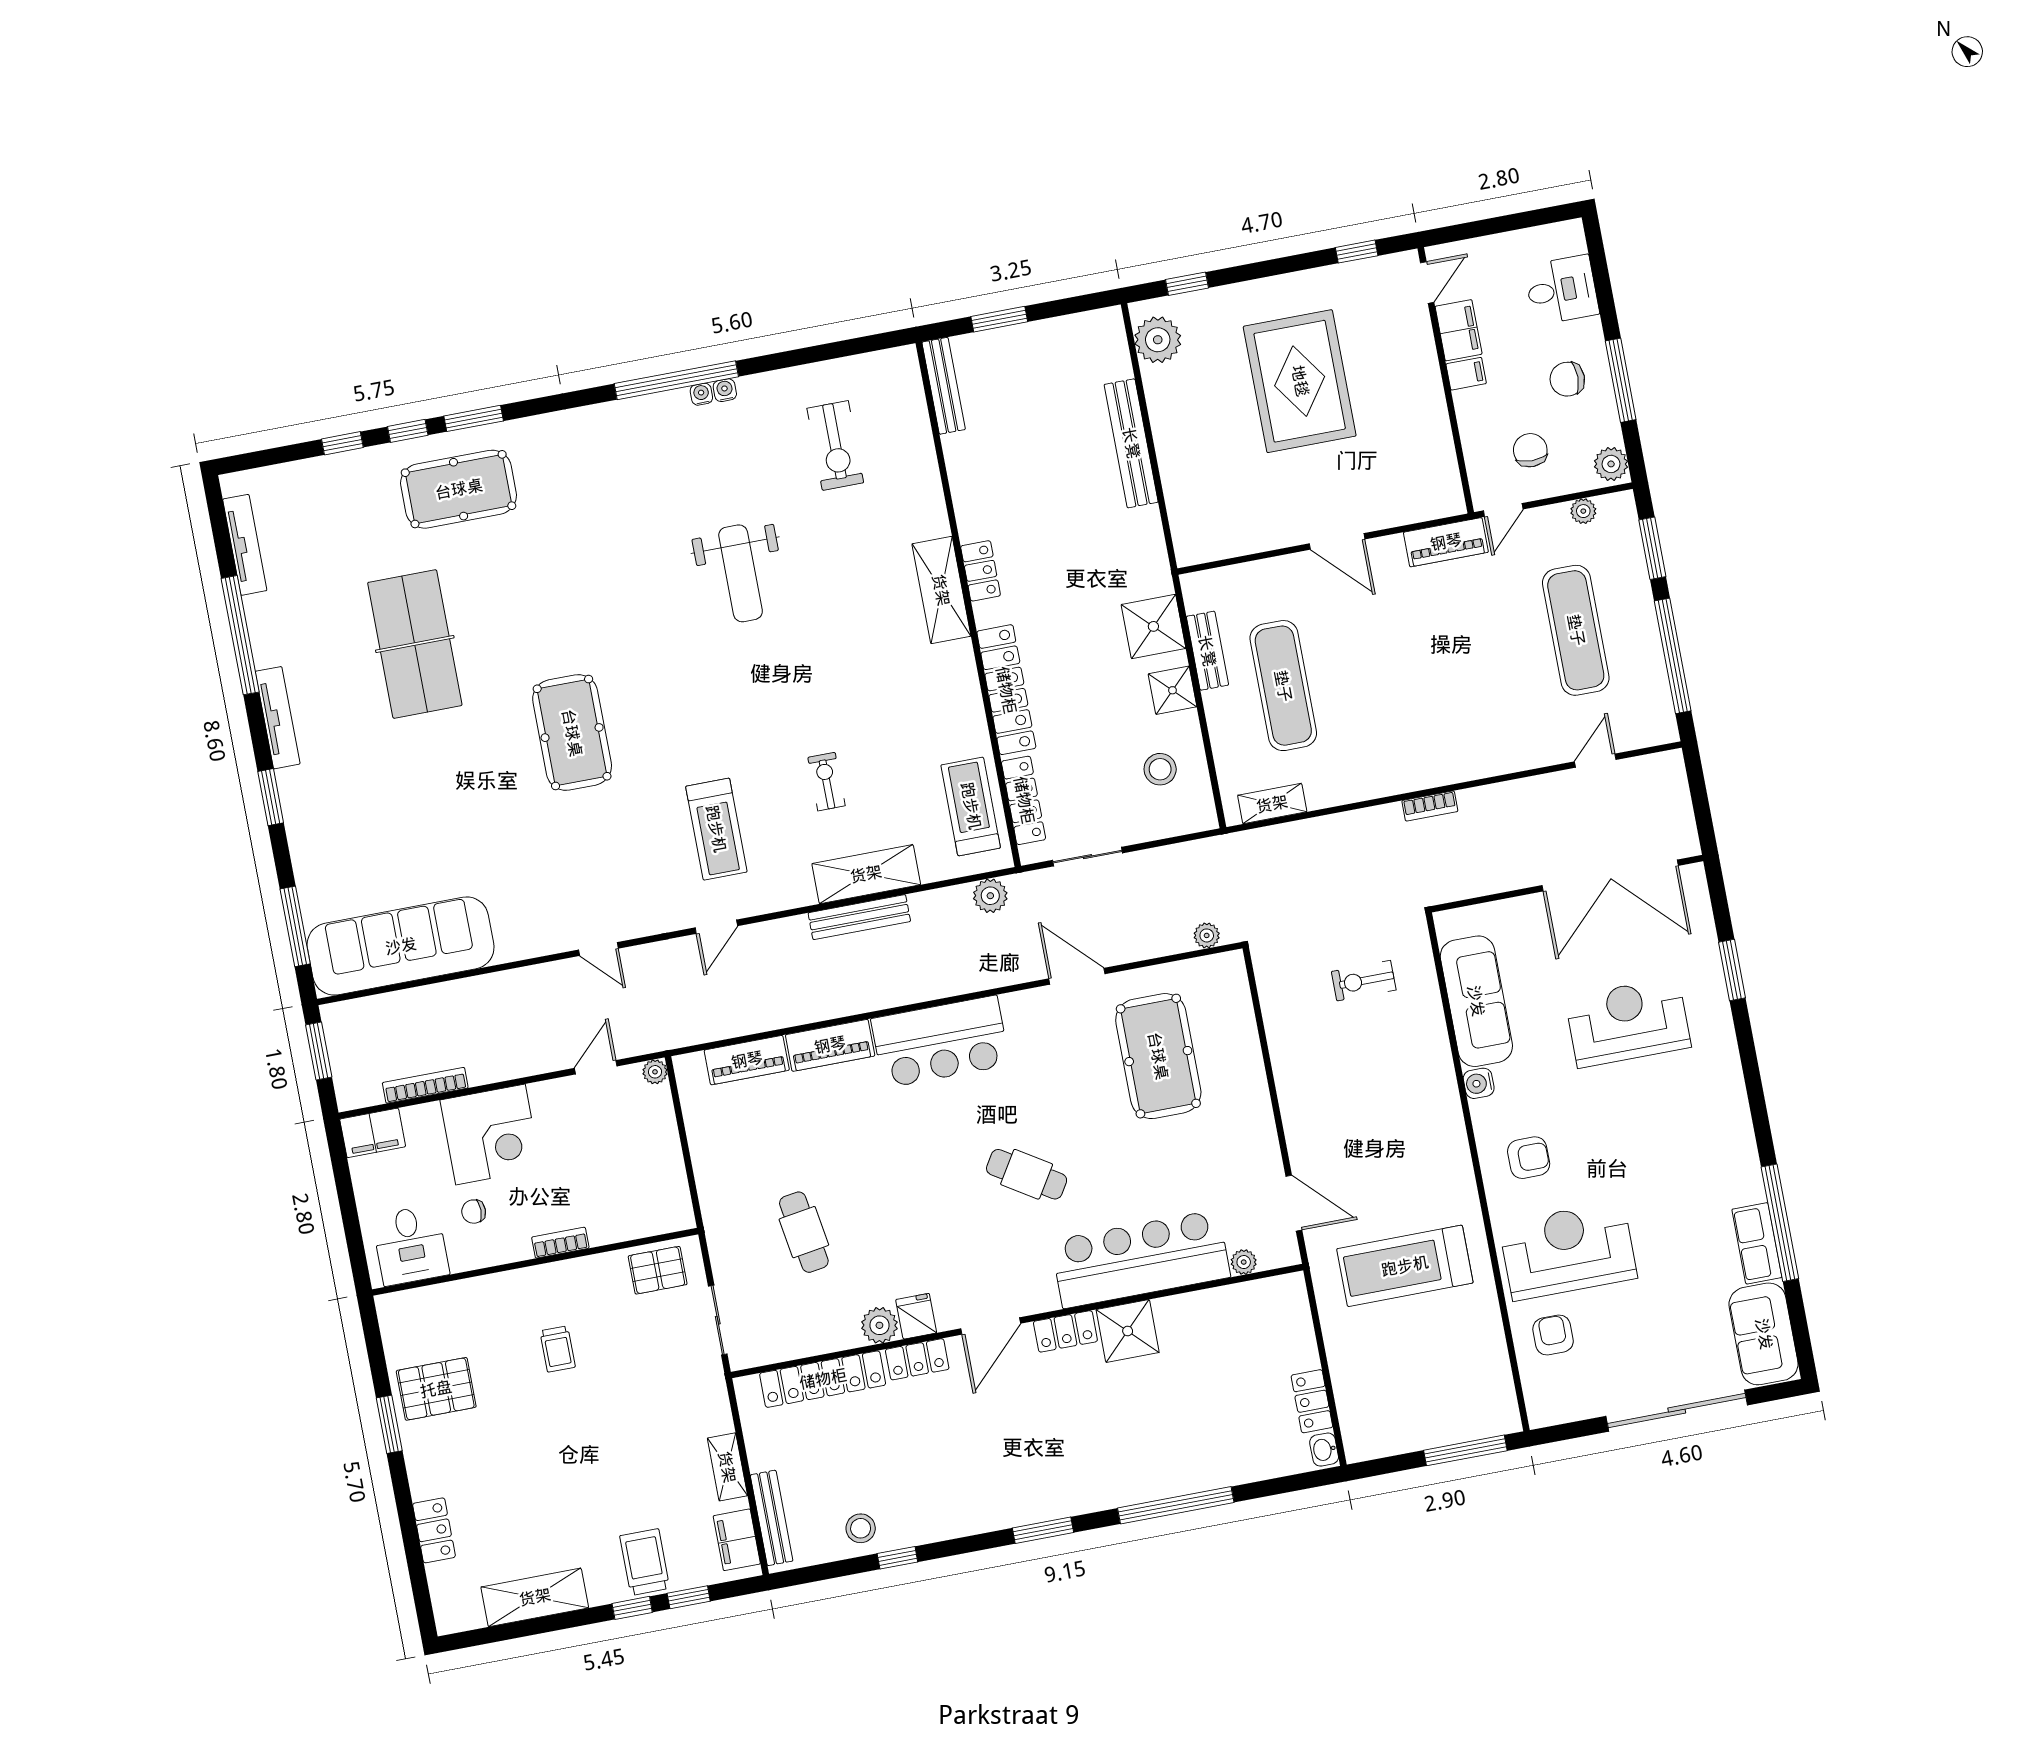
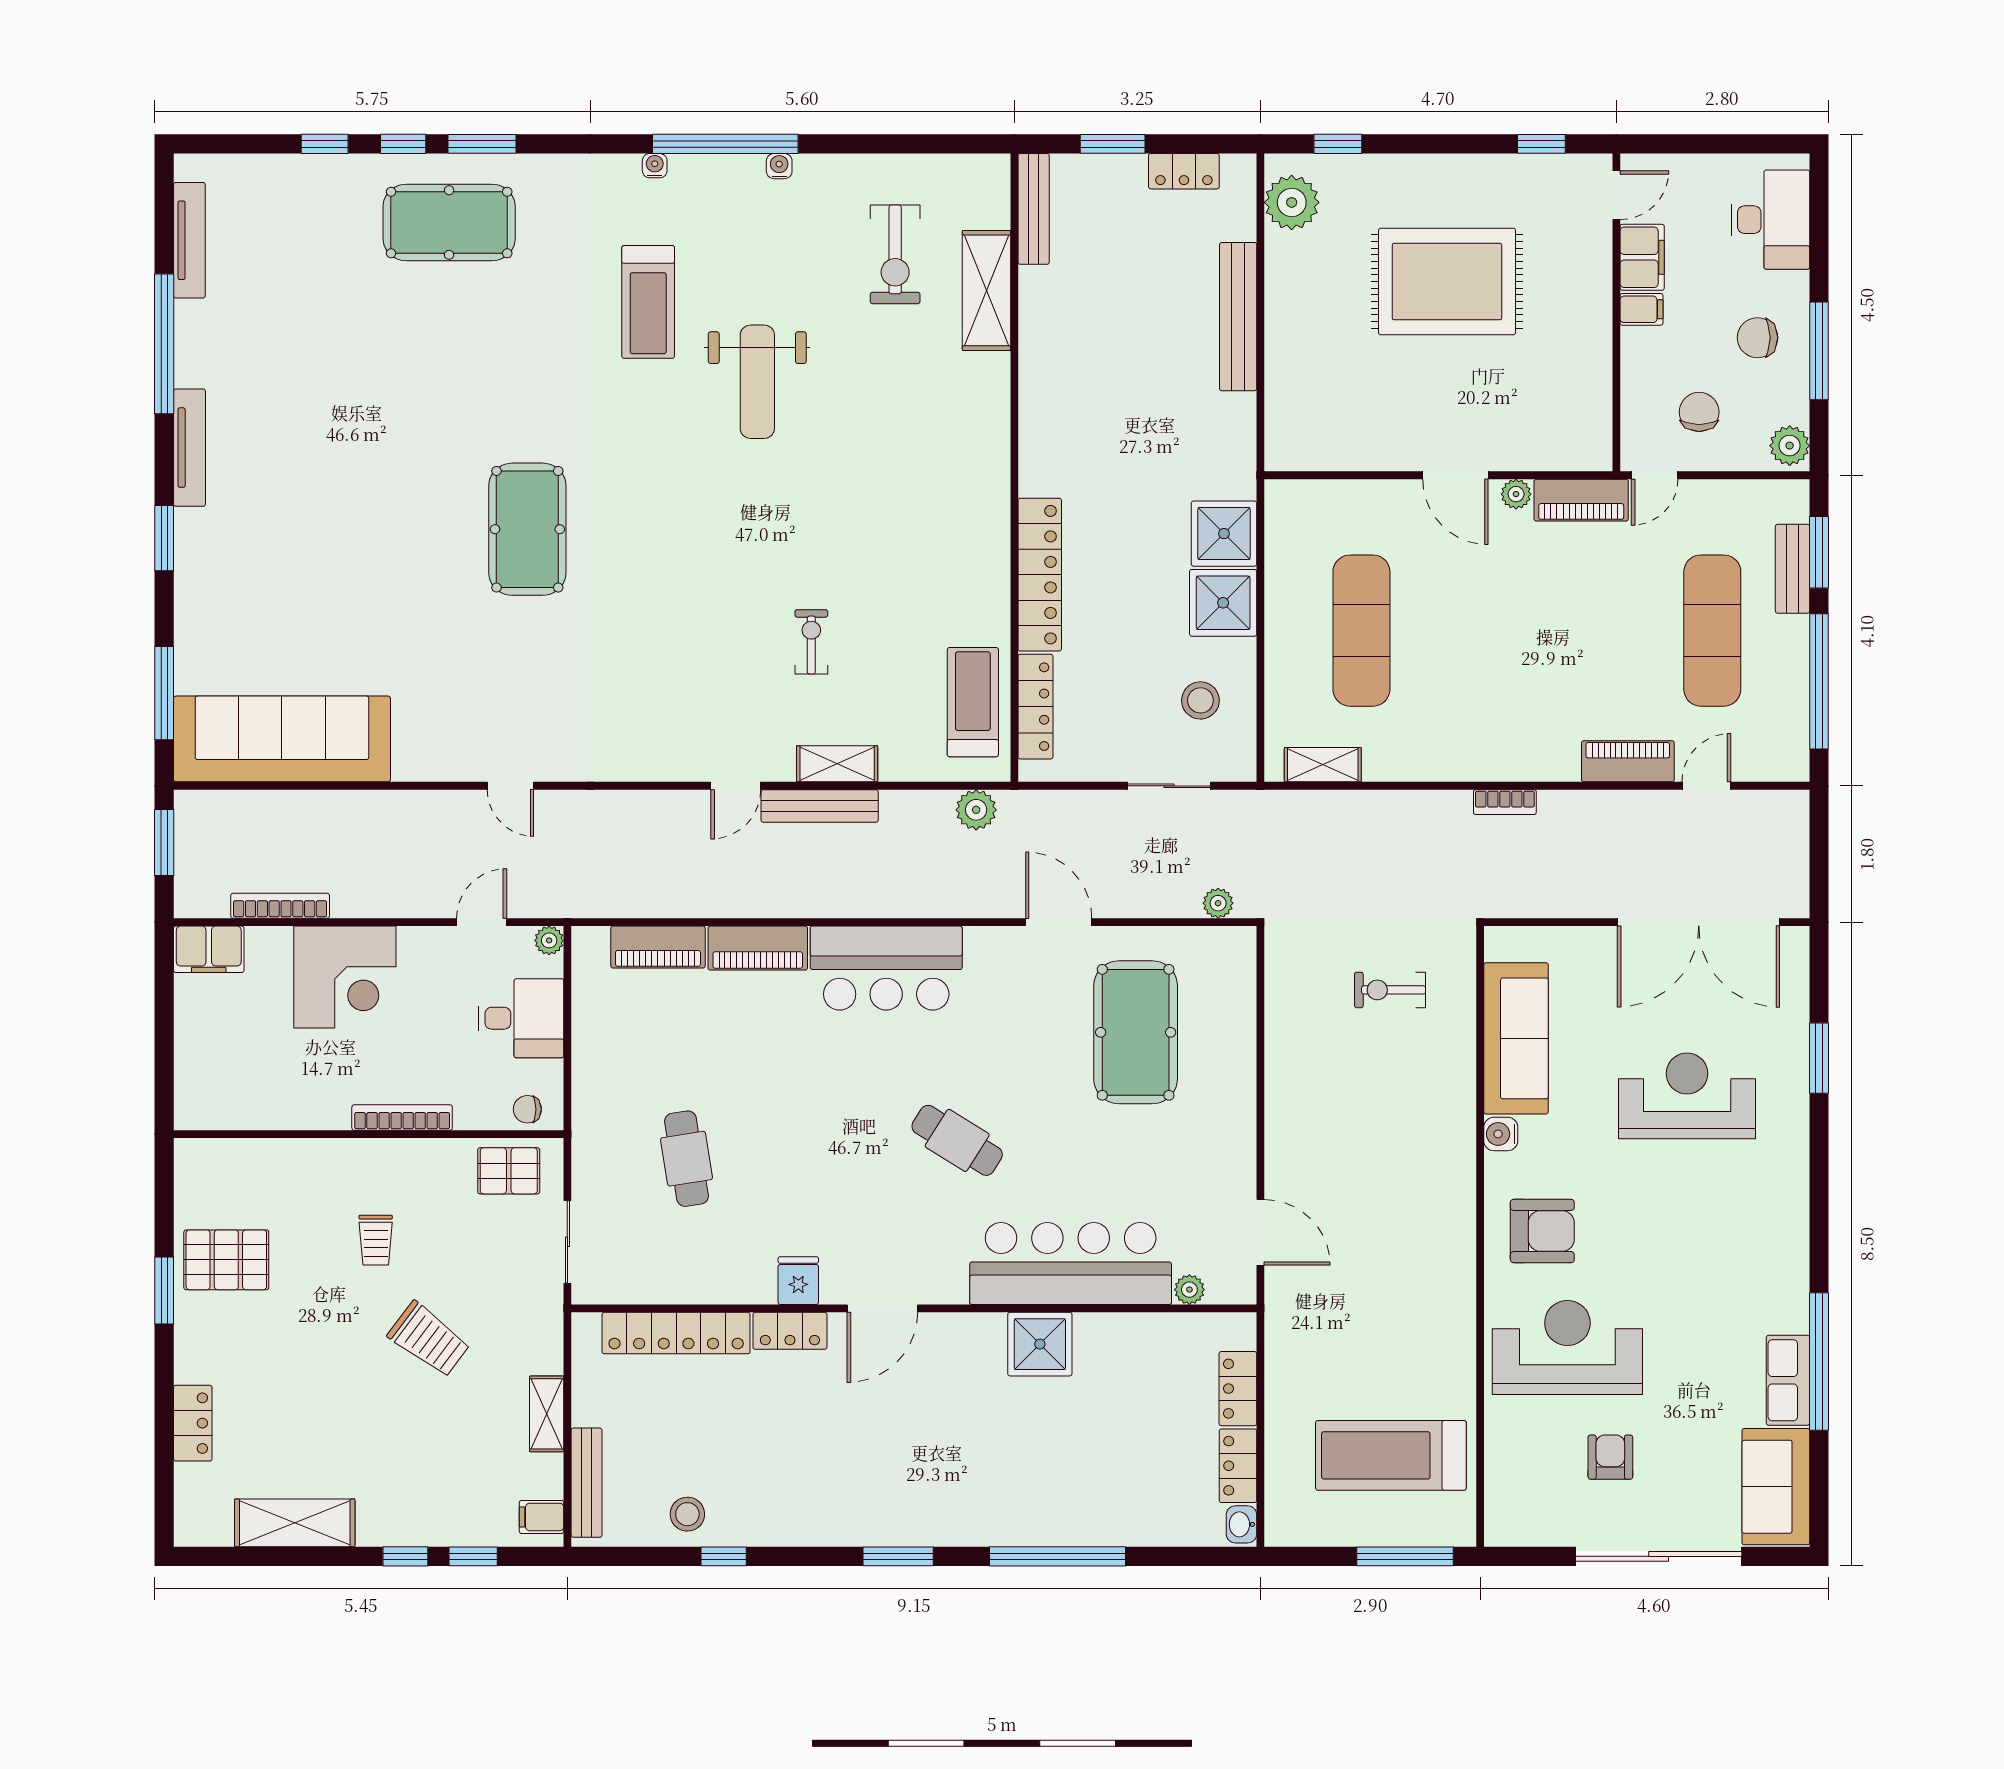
desk: (1562, 290) -> (1770, 220), width x1.37
rug: (1300, 381) -> (1447, 282), turned 90
water cooler: (701, 394) -> (655, 166), moved
plant: (1583, 511) -> (1516, 494), moved
locker: (981, 571) -> (1184, 171), moved, turned 90
shelving: (941, 590) -> (986, 290), moved
table tennis table: (415, 644) -> (365, 392), removed
bench: (1207, 651) -> (1793, 569), moved
shower: (1172, 690) -> (1223, 603), width x1.36, depth x1.36
piano: (1526, 753) -> (1628, 761), added
treadmill: (716, 829) -> (648, 302), moved
sliding door: (1087, 857) -> (1169, 786), moved
shelving: (866, 874) -> (837, 764), width x0.67, depth x0.75
door: (716, 927) -> (736, 786), moved
armchair: (1529, 1158) -> (1542, 1231), width x1.38, depth x1.38
chair: (474, 1212) -> (527, 1109), moved
bookcase: (560, 1243) -> (402, 1118), width x1.56
desk: (410, 1245) -> (521, 1018), moved, turned -90
treadmill: (1405, 1266) -> (1391, 1455), moved
plant: (879, 1325) -> (754, 1283), removed
locker: (1065, 1331) -> (1238, 1389), moved, turned 90
armchair: (1553, 1335) -> (1610, 1457), moved
filing cabinet: (737, 1540) -> (542, 1517), width x0.50
trolley: (645, 1562) -> (429, 1339), moved, turned 127

